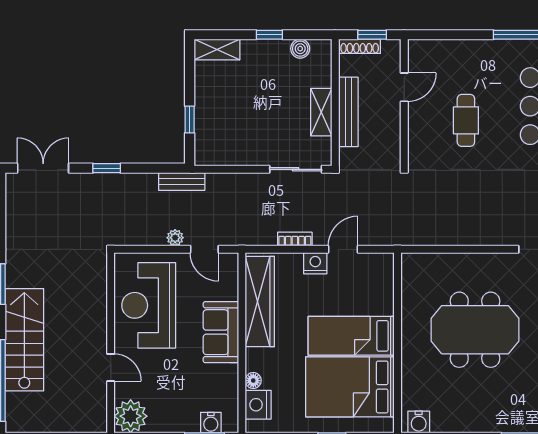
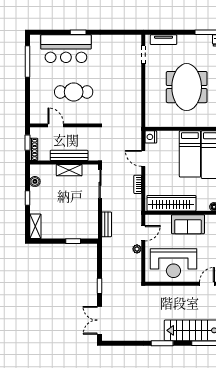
cafe table: (466, 120) -> (74, 92), width x1.37, depth x1.35
bench: (182, 181) -> (107, 224), moved
nightstand: (315, 263) -> (151, 137), moved

